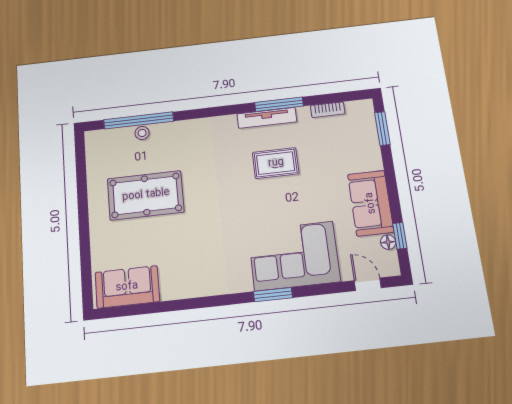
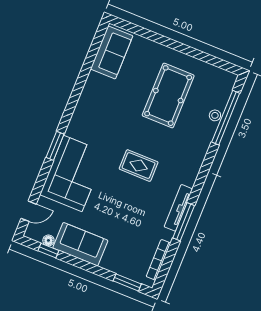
bookcase: (328, 110) -> (158, 260), width x1.56
rug: (276, 163) -> (139, 166), moved, turned 90

